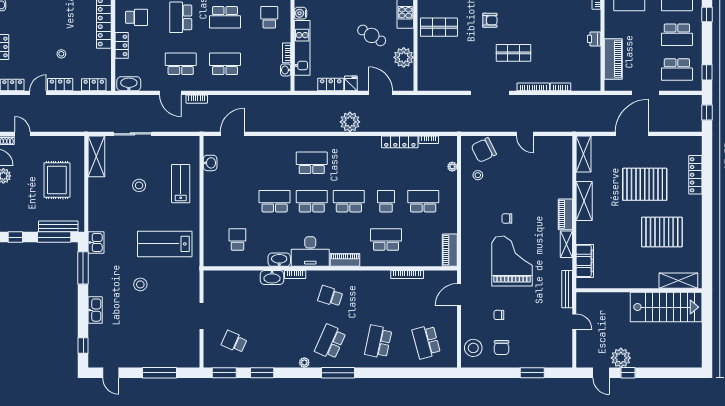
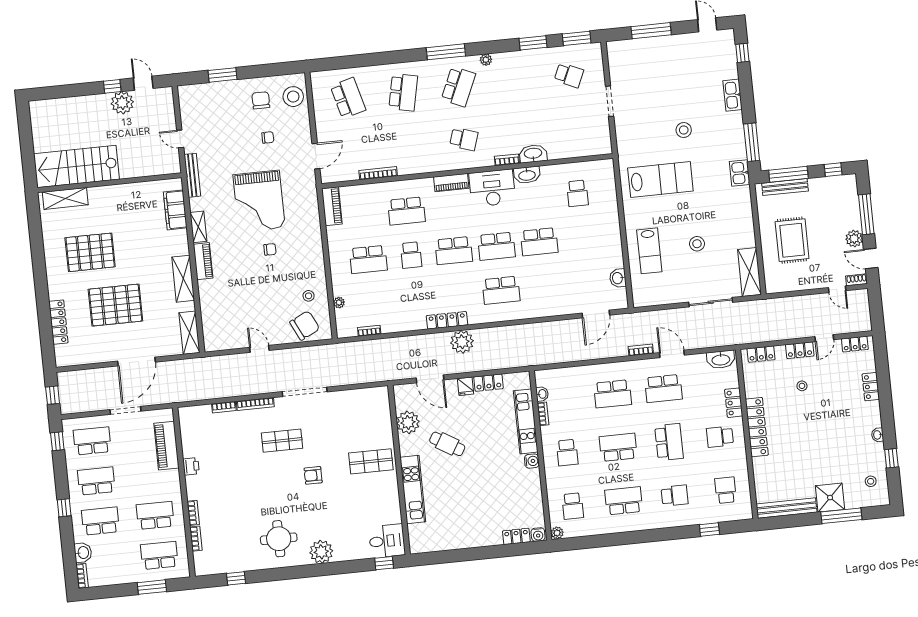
locker: (400, 142) -> (447, 320), moved

